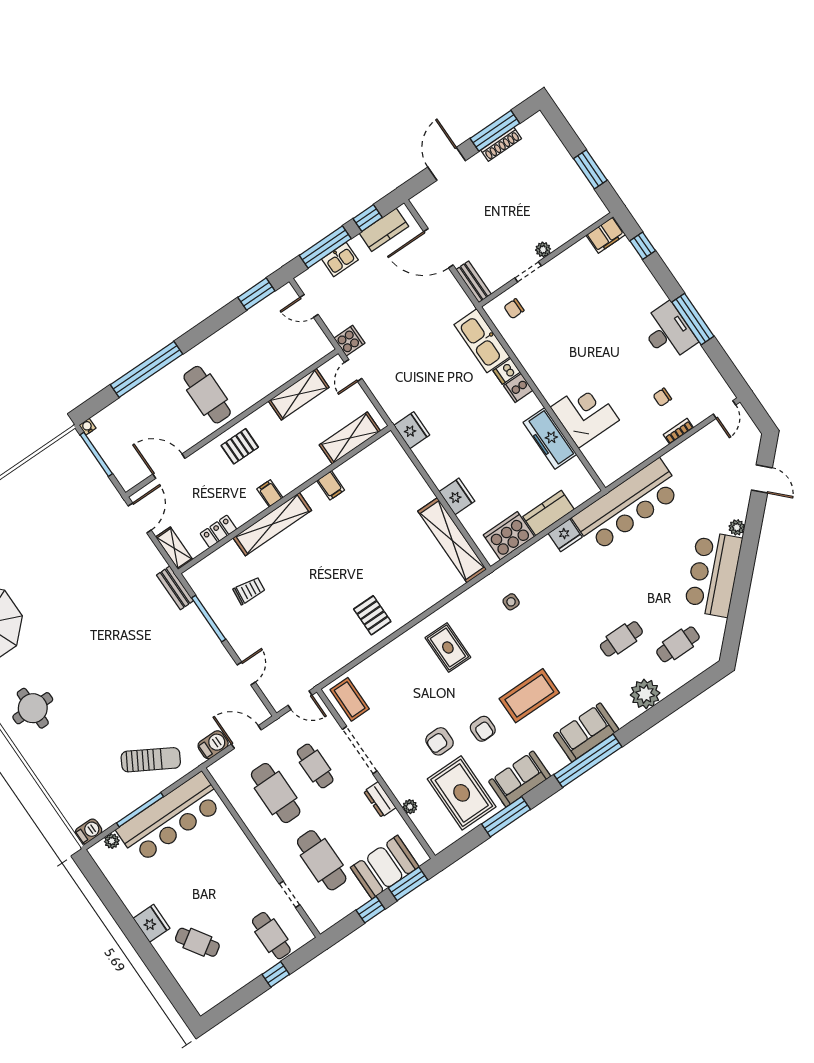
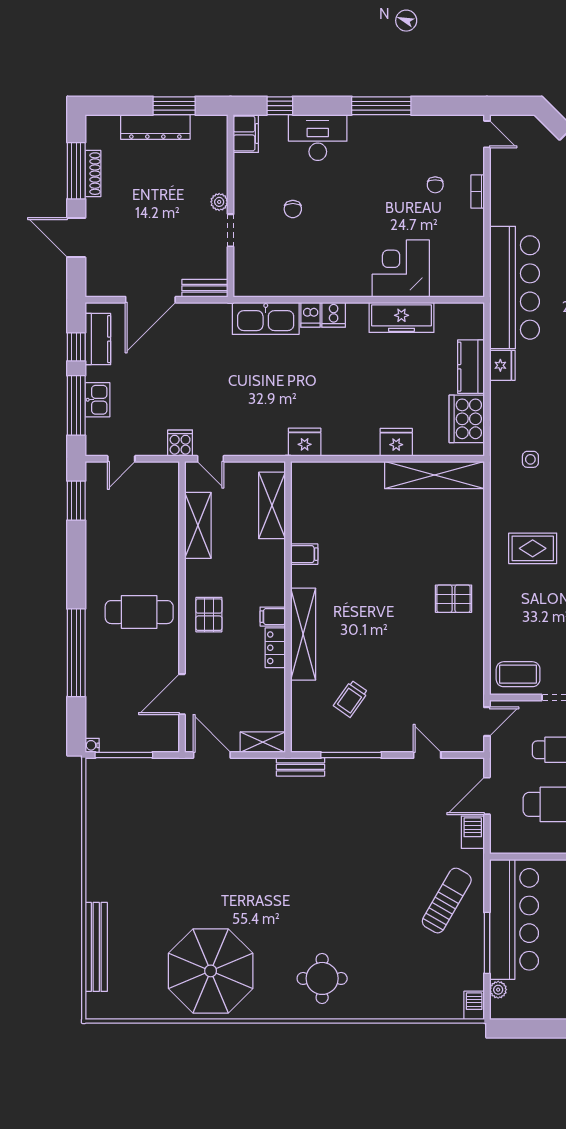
dresser: (566, 166) -> (155, 127), added
chair: (514, 309) -> (293, 209), moved
desk: (668, 332) -> (318, 137), moved
locker: (218, 531) -> (275, 648), moved
trolley: (249, 591) -> (351, 699), turned -151

